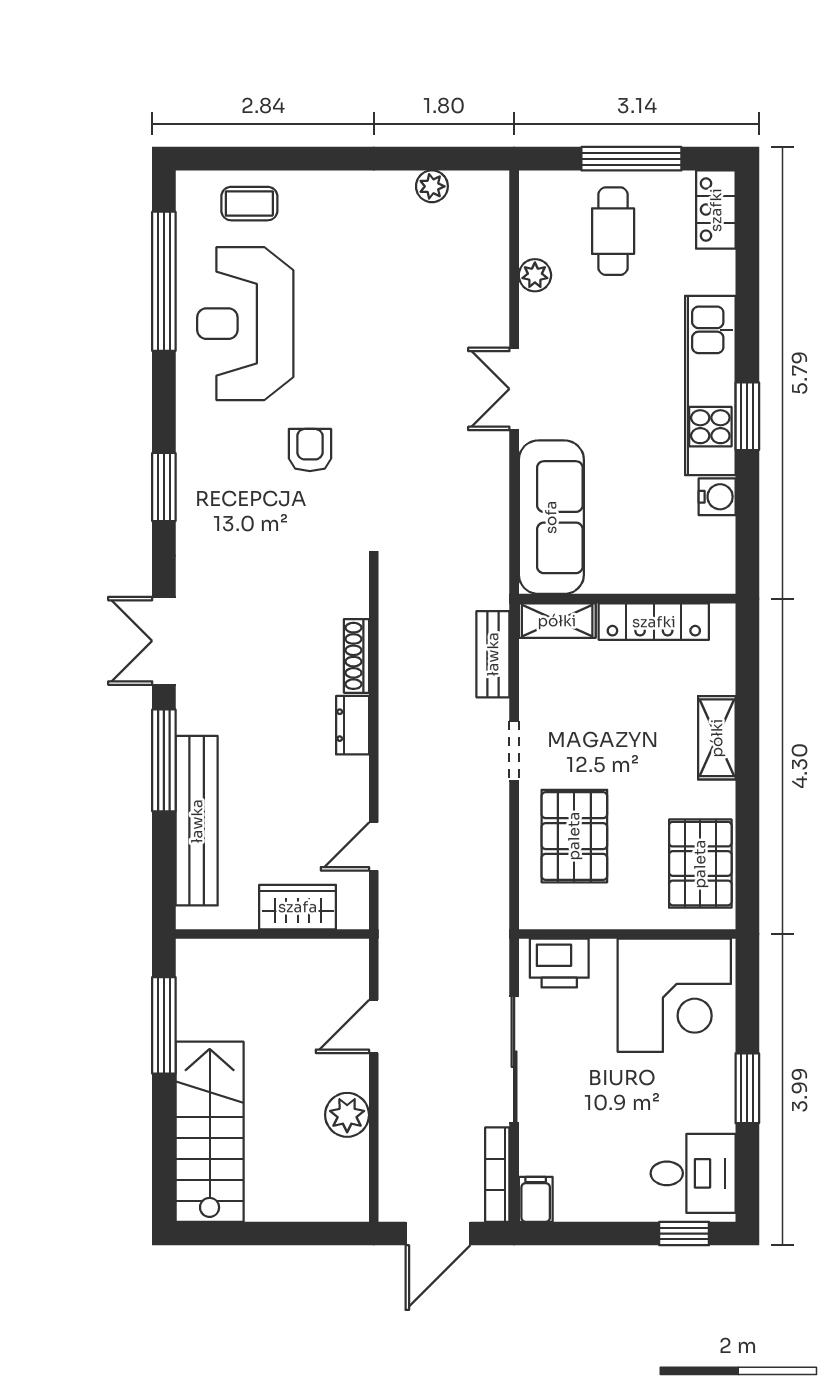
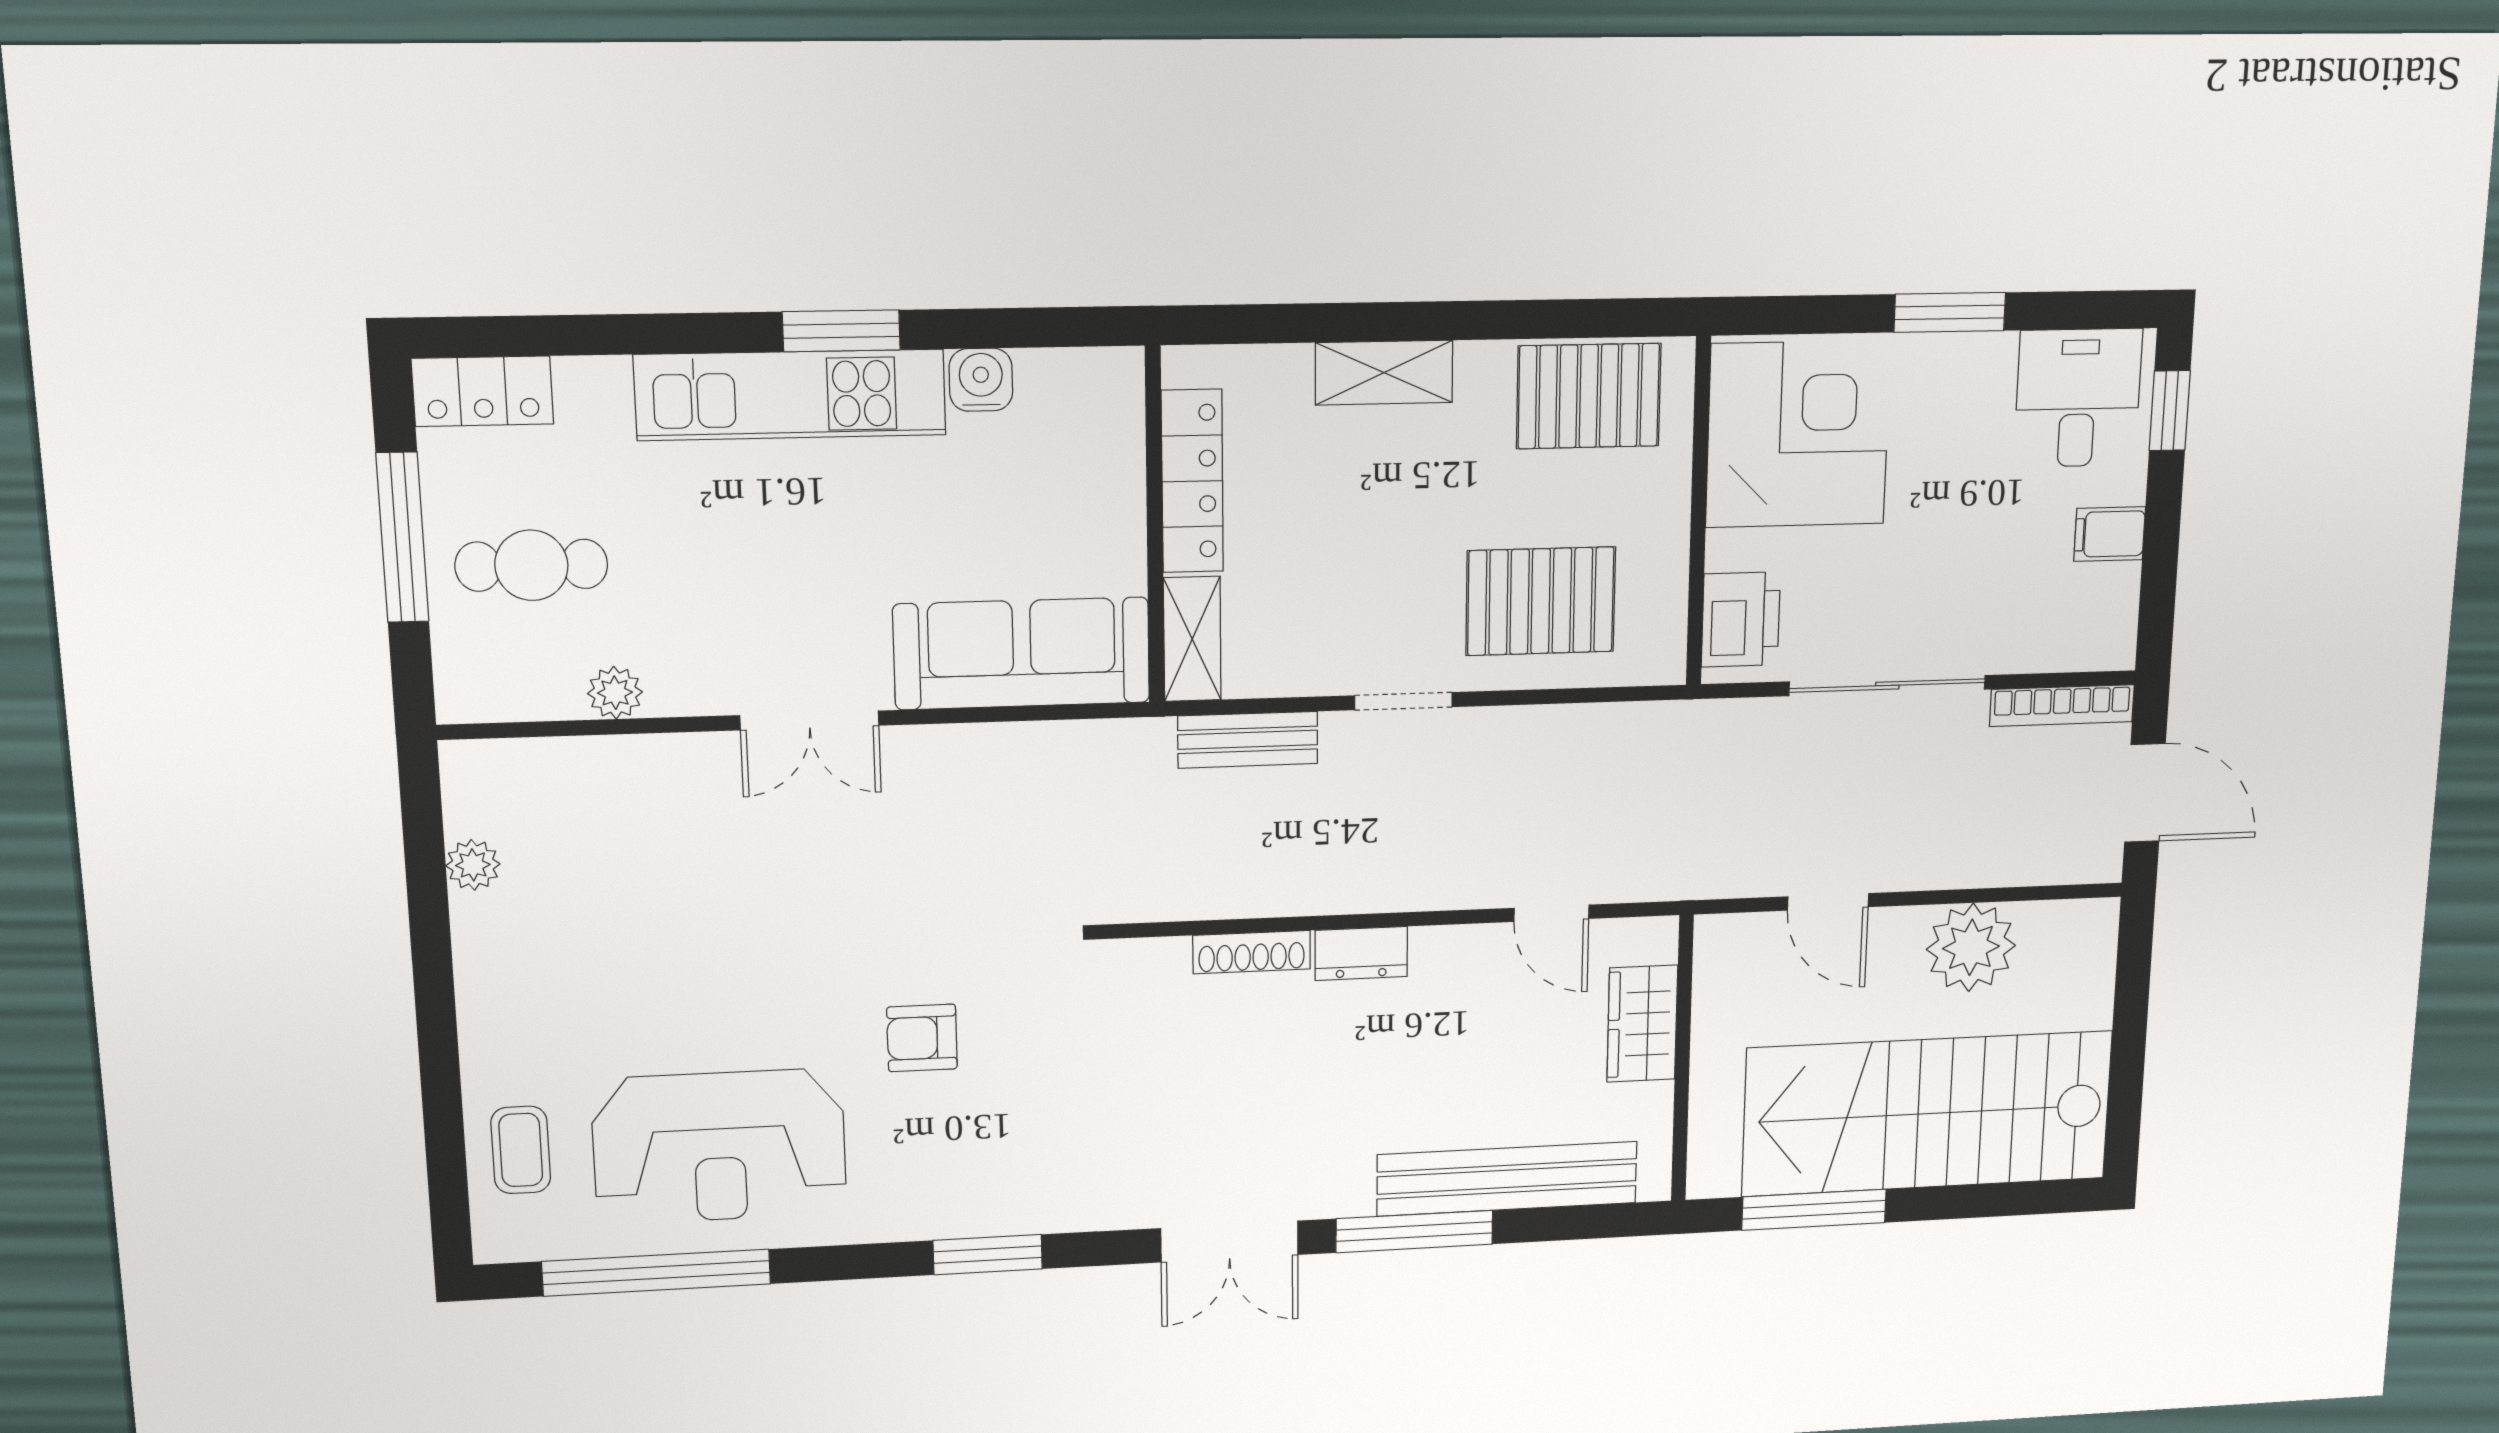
plant: (347, 1115) -> (1971, 947), width x1.36, depth x1.36
stairs: (210, 1132) -> (1927, 1114), width x1.36, depth x1.51
filing cabinet: (536, 1199) -> (2110, 534), moved

